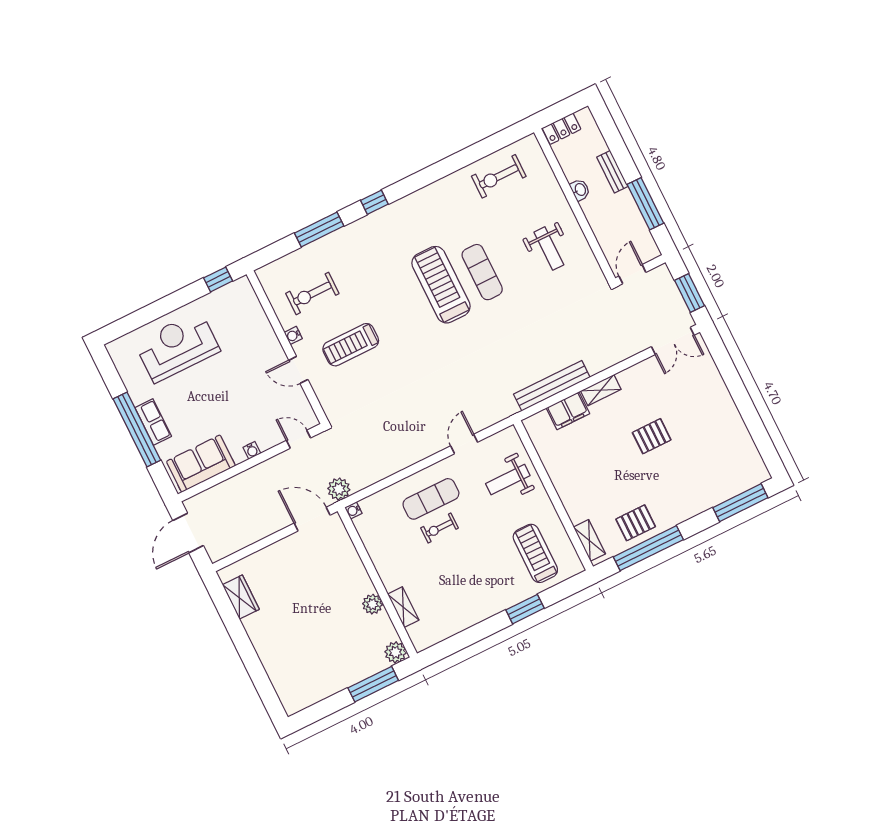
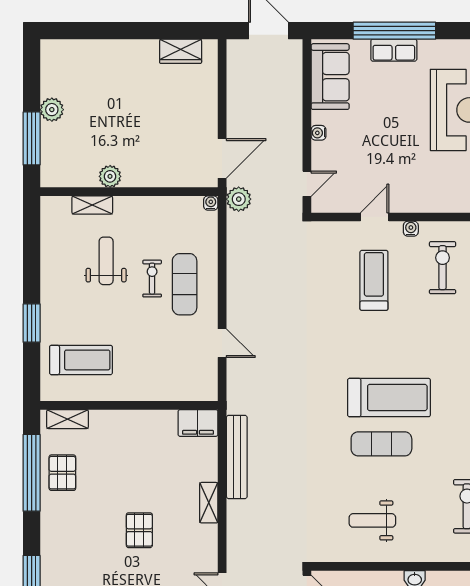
filing cabinet: (568, 411) -> (198, 423), moved, turned -90
weight bench: (508, 480) -> (106, 261), moved
plant: (395, 652) -> (52, 110), moved

